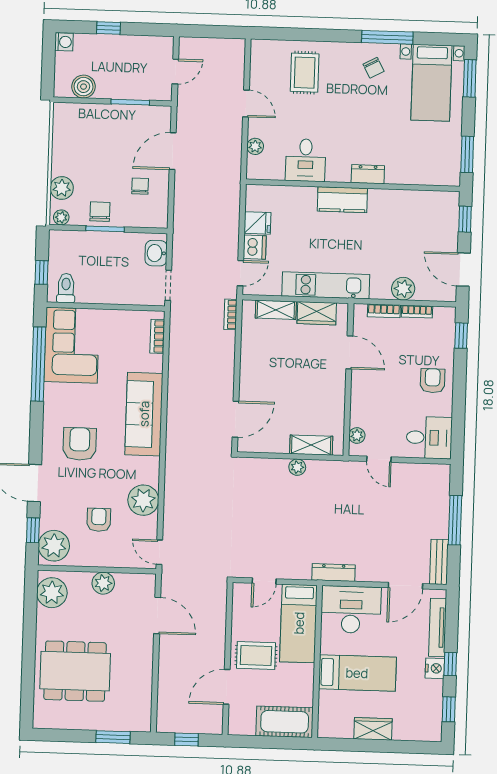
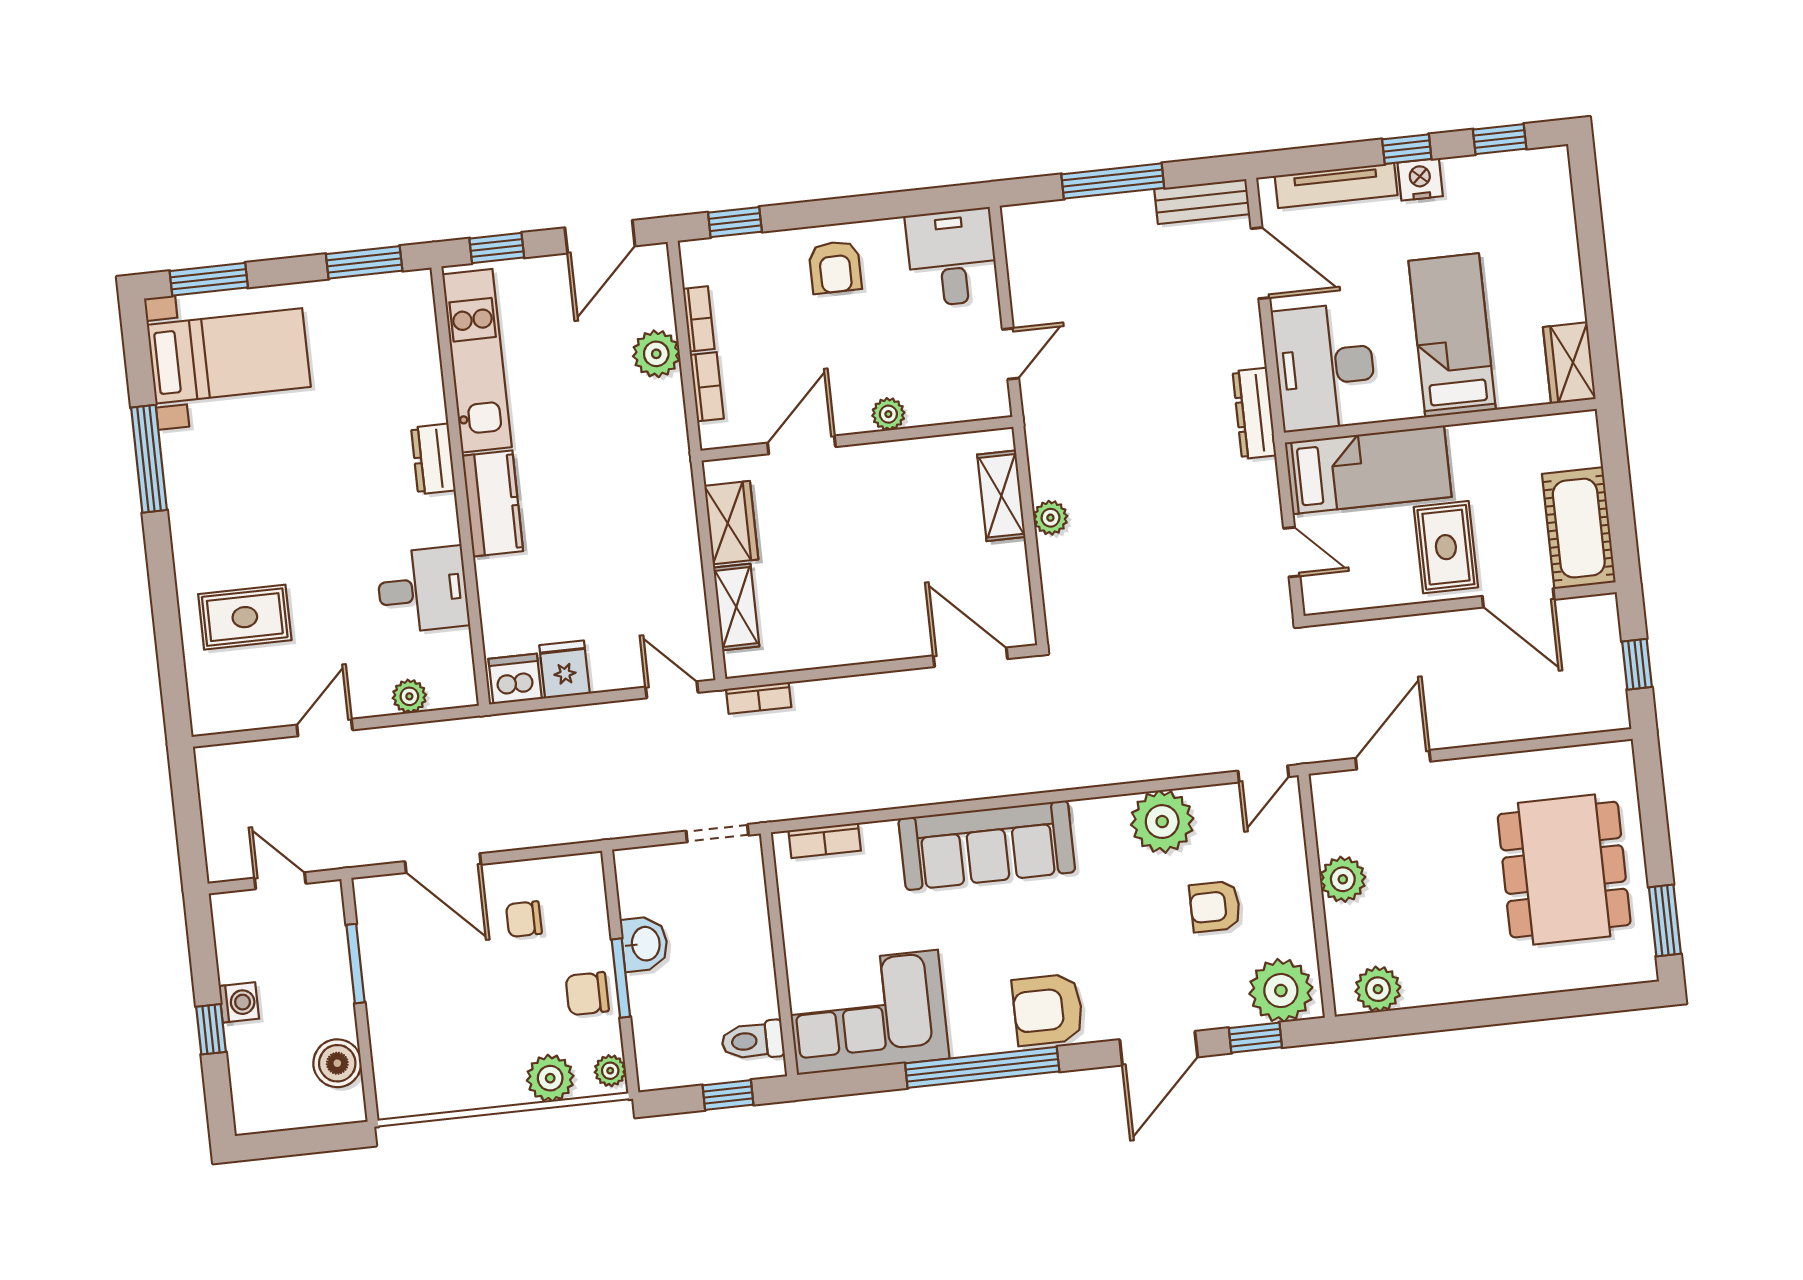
washing machine: (64, 42) -> (239, 1002), moved, turned 90
chair: (374, 68) -> (215, 478), removed
dishwasher: (255, 247) -> (515, 679), moved
washbasin: (156, 253) -> (644, 944), moved, turned -90
kitchen unit: (326, 285) -> (477, 361), moved, turned 180
window: (38, 364) -> (982, 1067), moved
armchair: (433, 381) -> (835, 267), turned -90
plant: (357, 436) -> (888, 414), moved
armchair: (80, 444) -> (1048, 1010), moved
plant: (52, 593) -> (1378, 989), width x0.73, depth x0.73
dining table: (75, 671) -> (1564, 870), moved
cot: (285, 722) -> (1579, 528), moved
wardrobe: (373, 729) -> (1569, 363), moved
window: (113, 737) -> (1665, 921), moved

